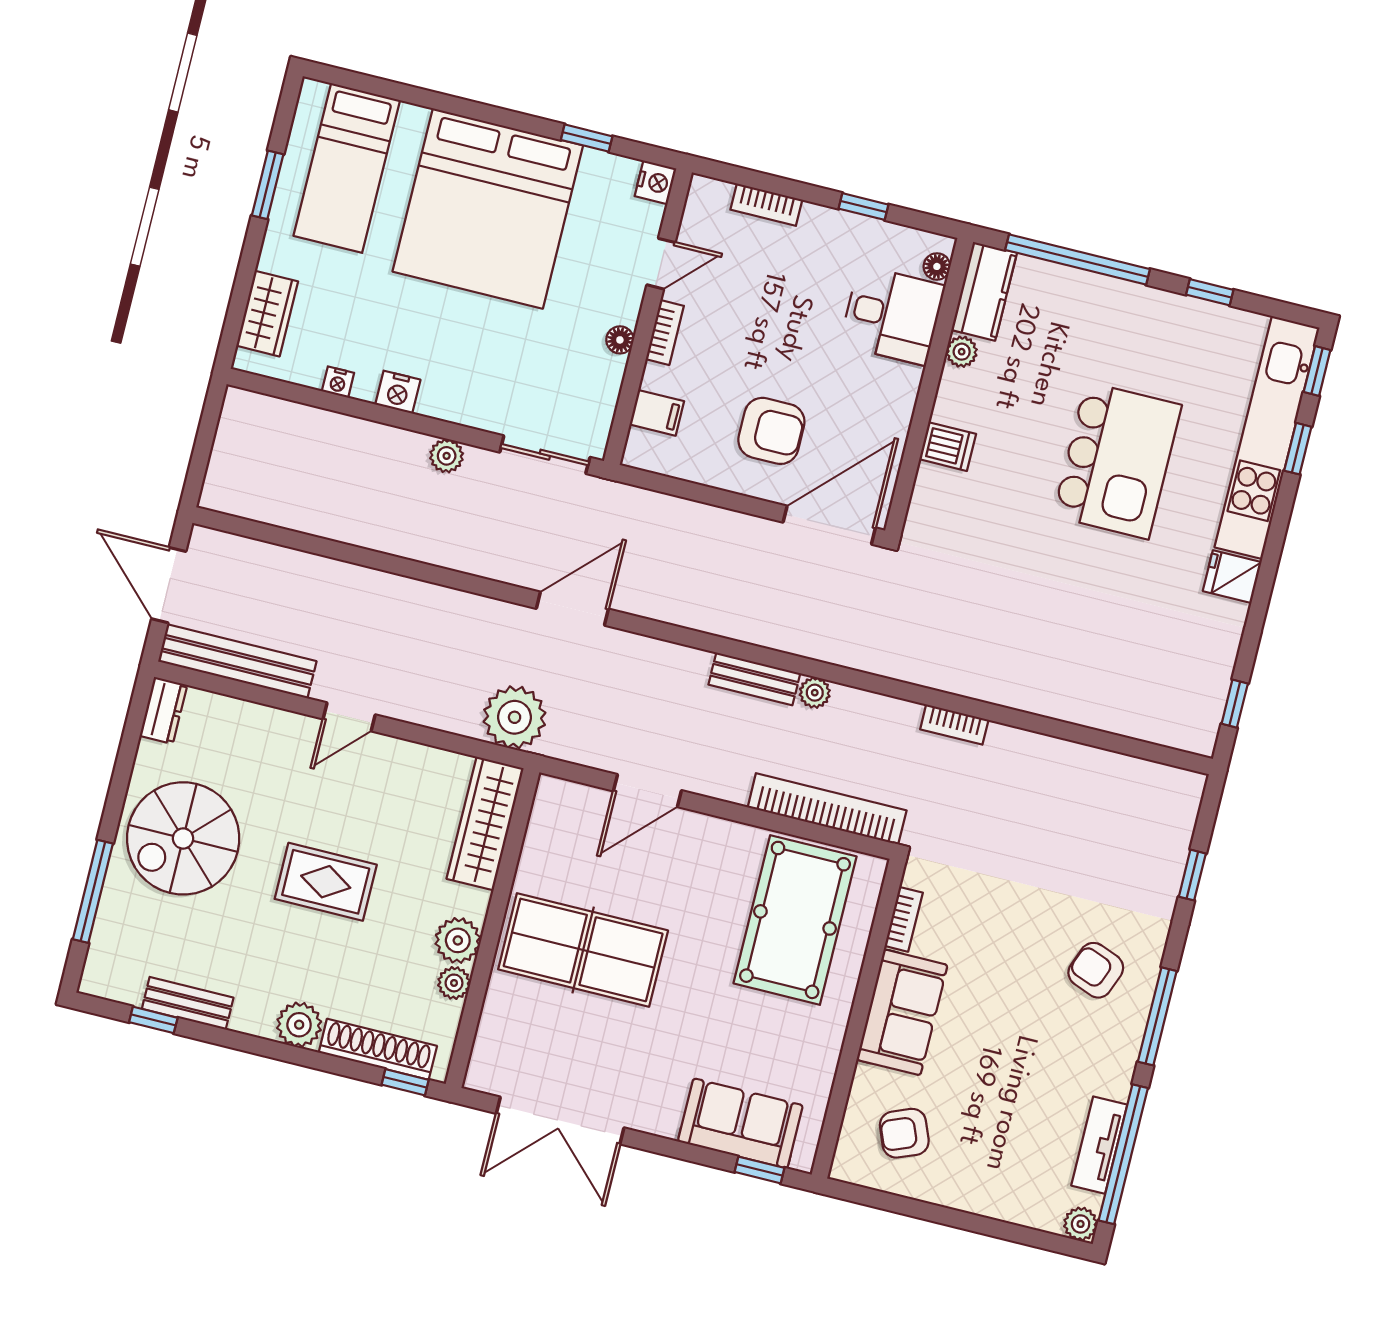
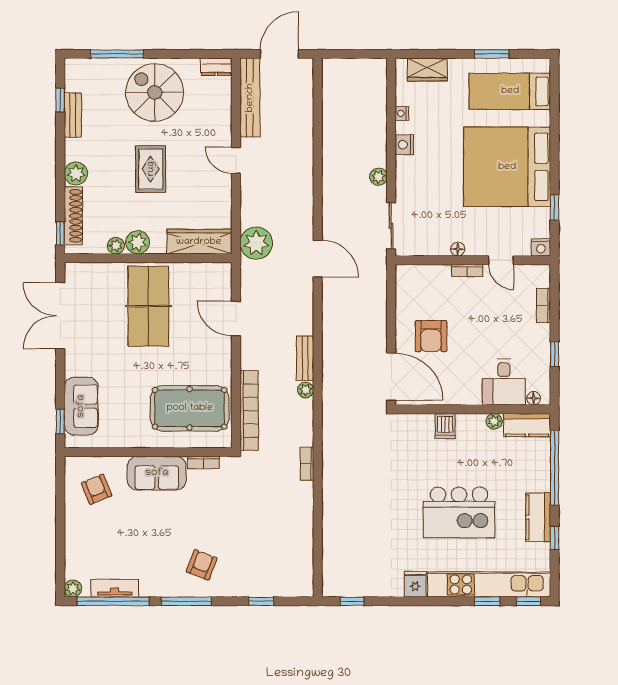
kitchen counter: (1163, 313) -> (538, 517), added
filing cabinet: (657, 413) -> (426, 277), removed

